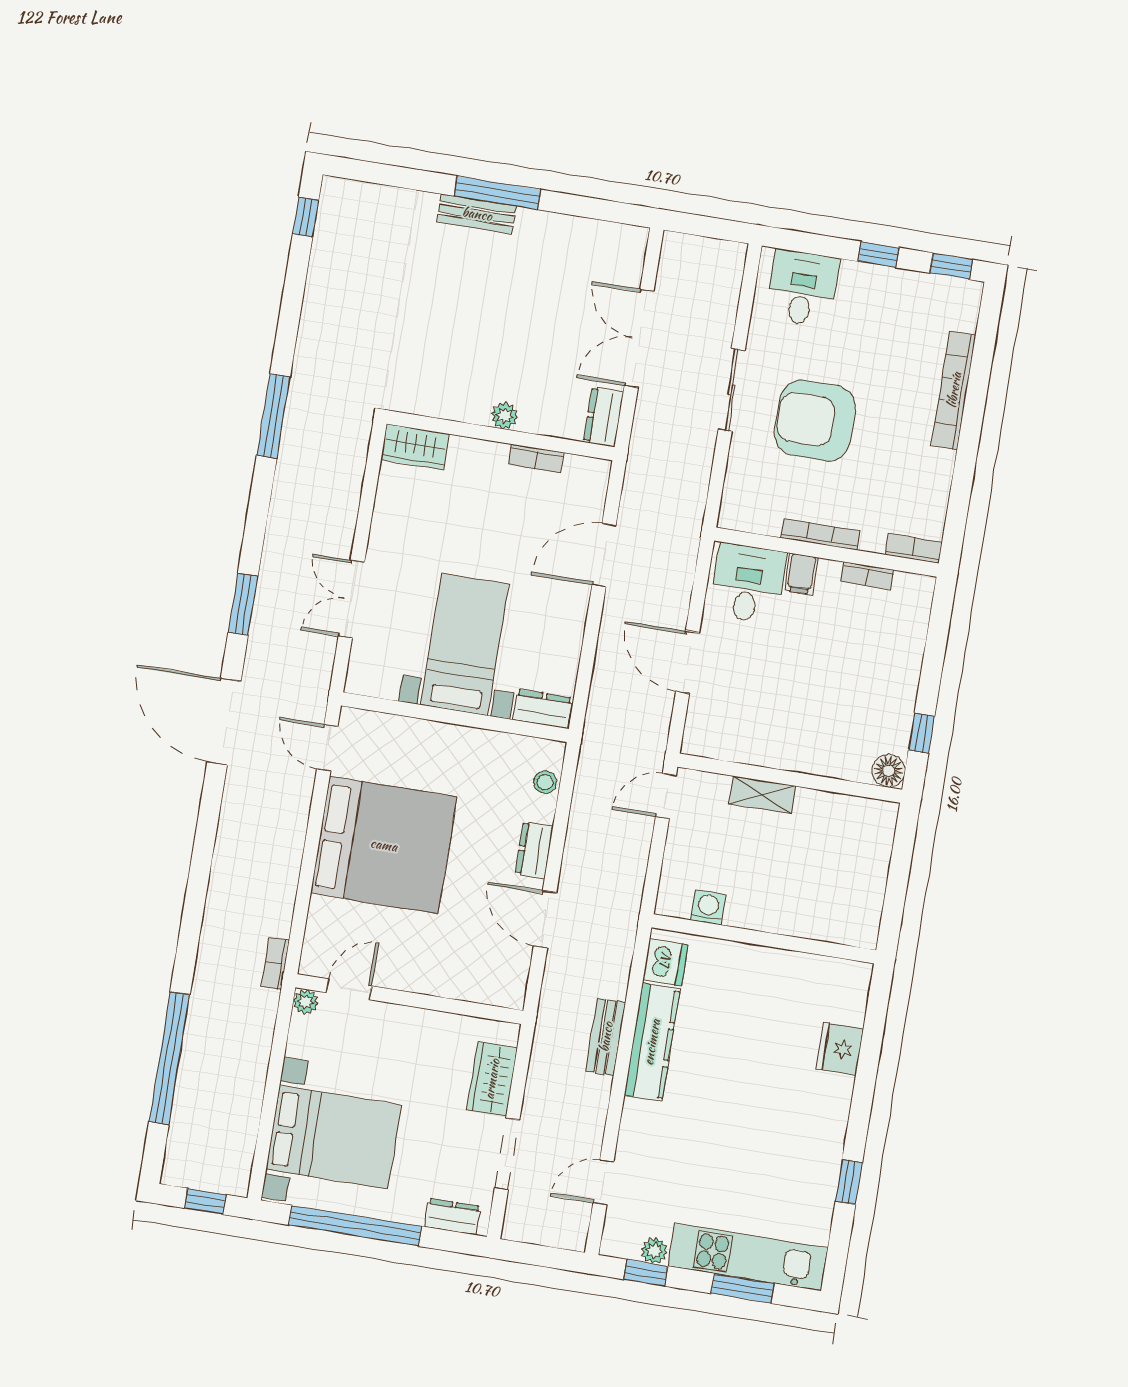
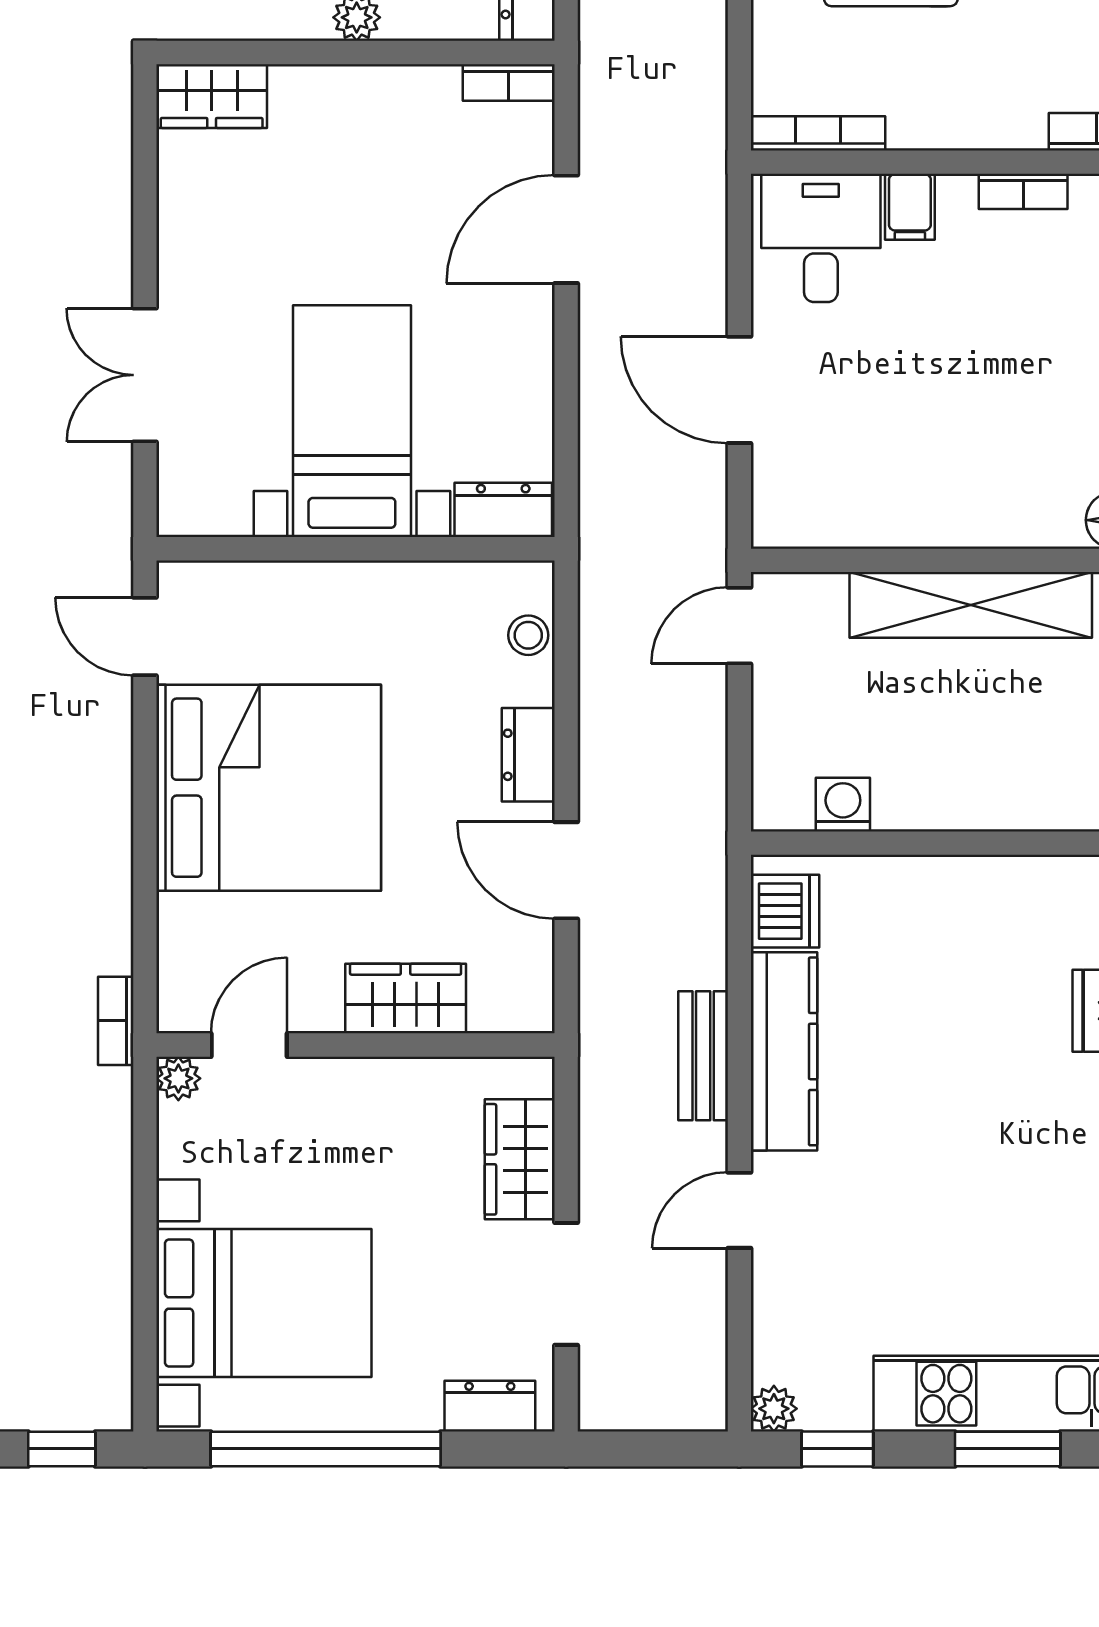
bookcase: (536, 459) -> (509, 82), moved
bookcase: (820, 534) -> (818, 133), moved
shelving: (762, 795) -> (971, 605), width x2.20, depth x1.33
wardrobe: (442, 977) -> (406, 999), added
door: (603, 1182) -> (739, 1210), moved
plant: (654, 1251) -> (774, 1409), moved

